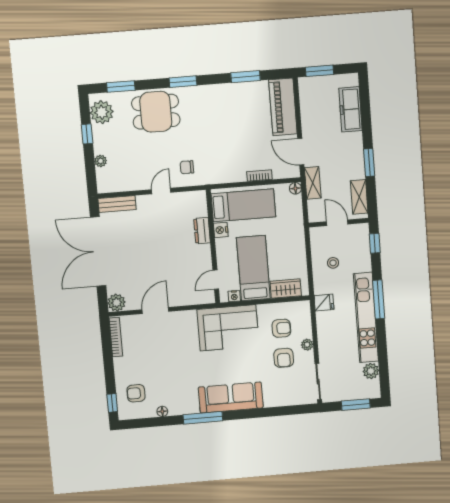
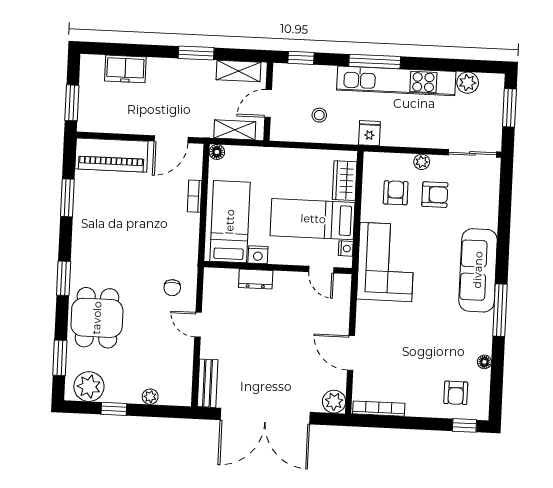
freezer: (350, 109) -> (125, 69), width x0.71
shelving: (313, 183) -> (235, 130), moved

